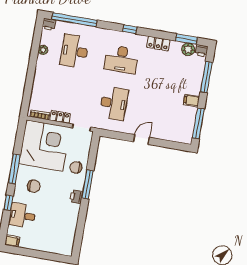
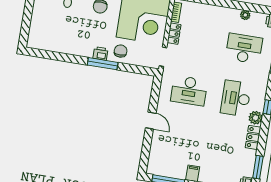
plant: (188, 49) -> (256, 118), moved
printer: (76, 197) -> (100, 53), moved

